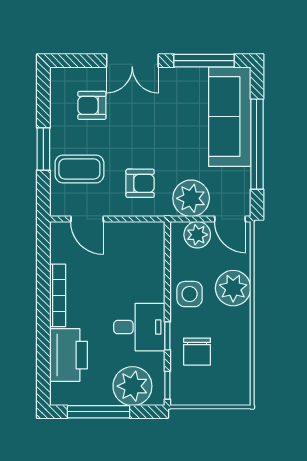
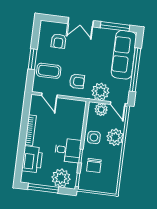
armchair: (92, 105) -> (59, 41), turned -90

